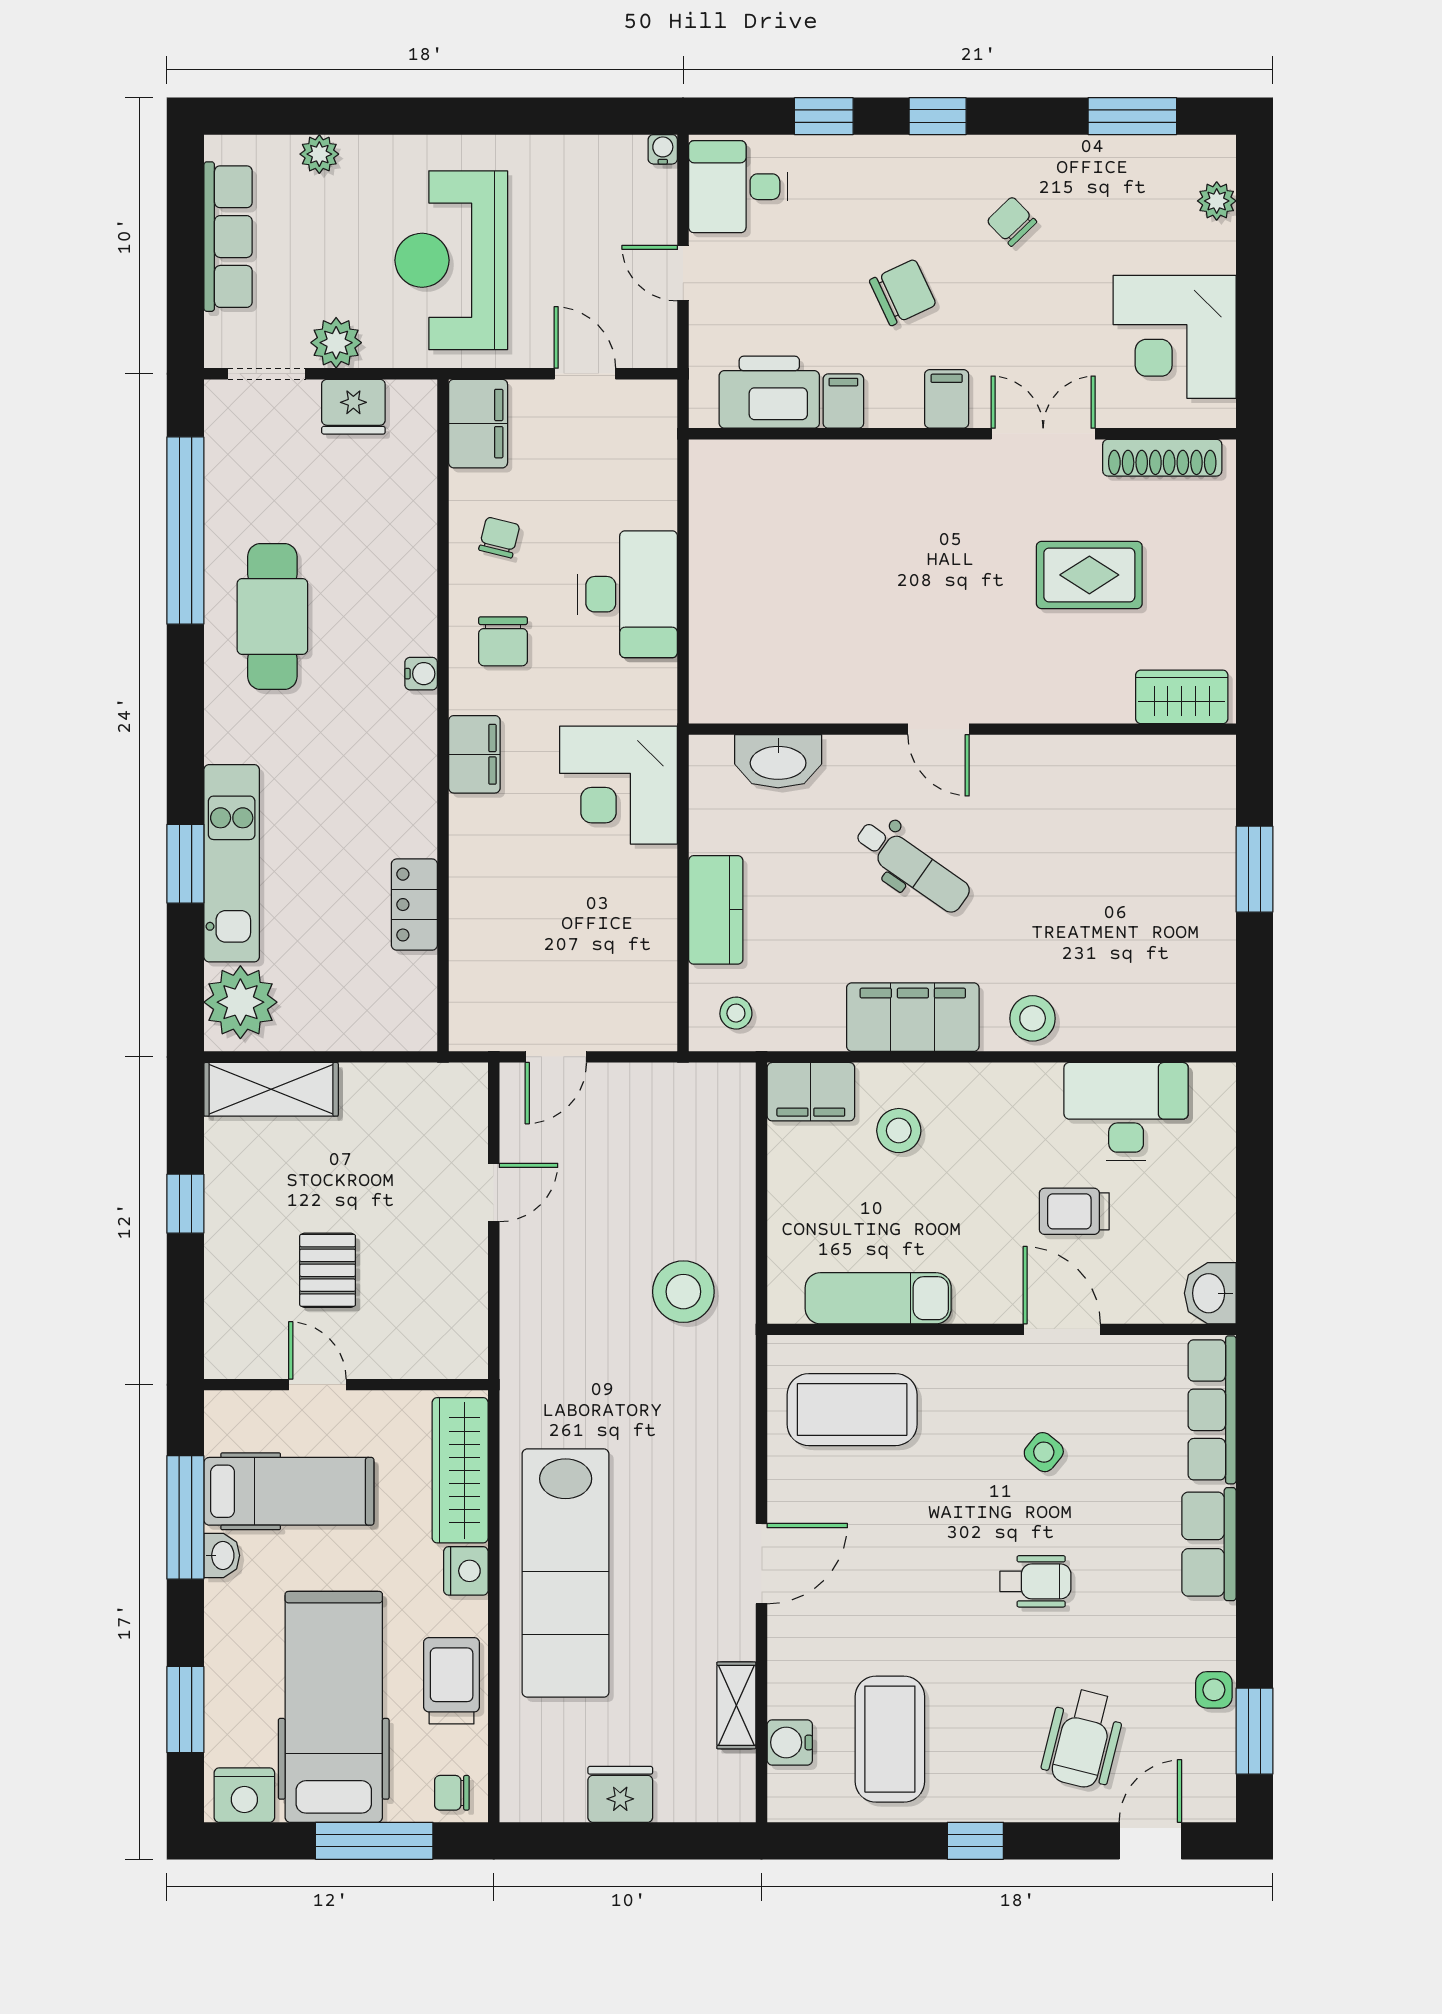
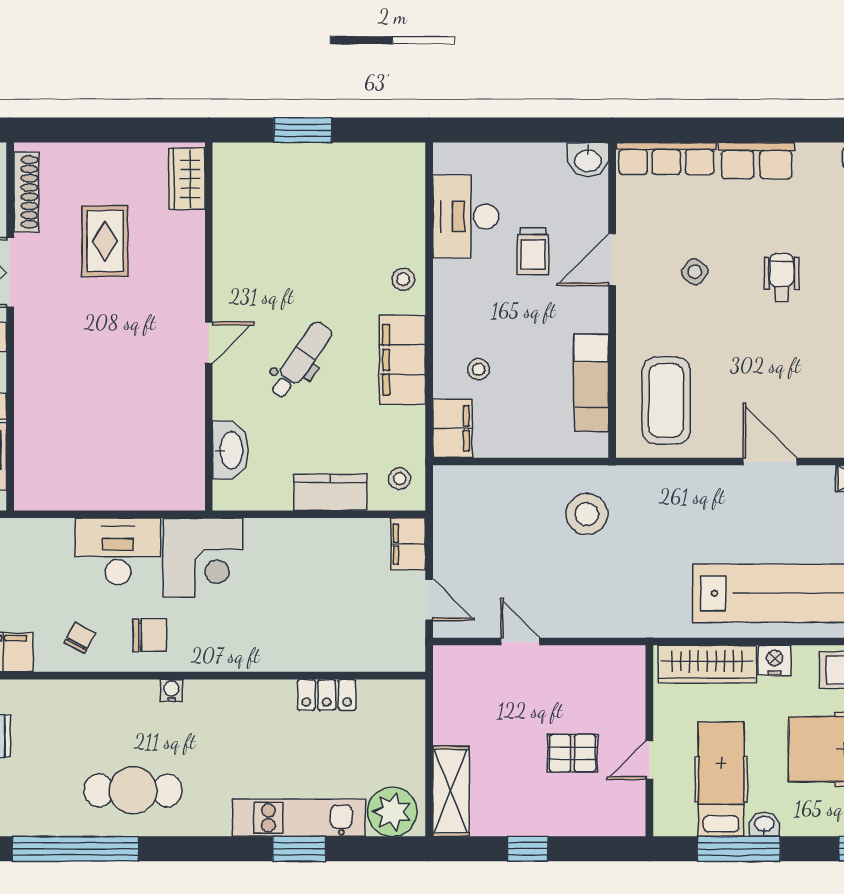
chair: (499, 537) -> (80, 638), turned 105
filing cabinet: (474, 754) -> (408, 544), moved, turned -90
corner desk: (619, 785) -> (203, 558), moved
stool: (1033, 1018) -> (403, 279), width x0.73, depth x0.73
stool: (899, 1131) -> (479, 369), width x0.73, depth x0.73

